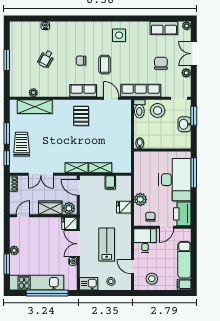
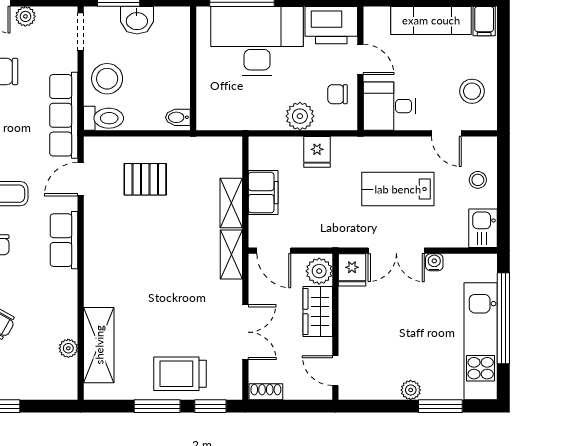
pallet: (81, 116) -> (145, 179), moved
filing cabinet: (110, 182) -> (263, 193), width x2.00
door: (78, 187) -> (274, 251), hinge flipped
door: (132, 267) -> (446, 133), hinge flipped

